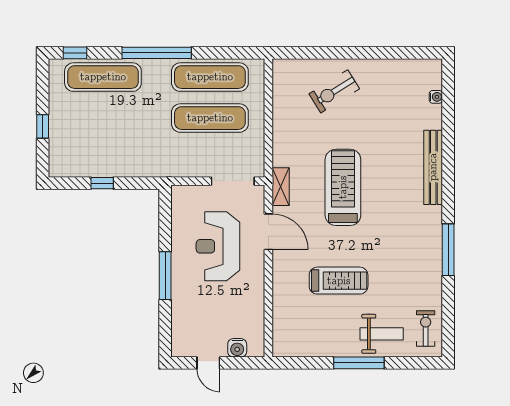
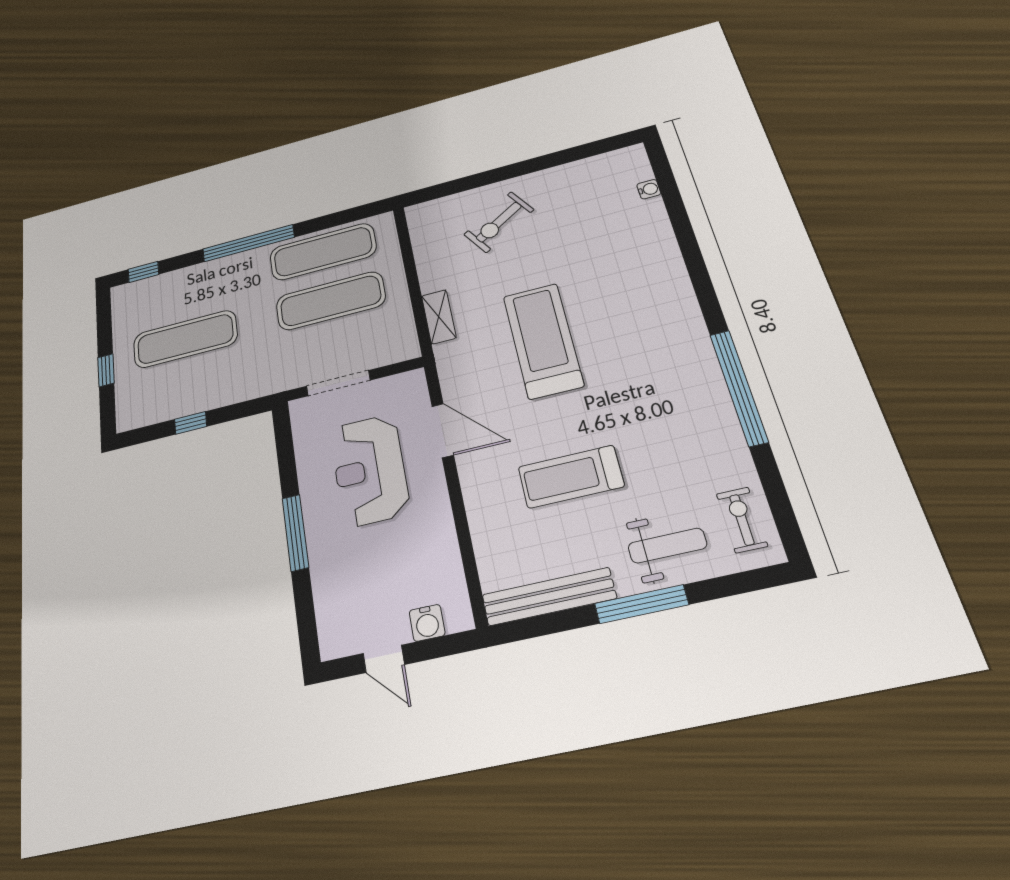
exercise mat: (103, 77) -> (185, 339), moved
bench: (433, 167) -> (549, 597), moved, turned 90
doorway: (233, 181) -> (338, 383), moved
shelving: (281, 187) -> (439, 317), moved
window: (448, 250) -> (739, 387), width x1.46
treadmill: (339, 281) -> (571, 477), turned 180

